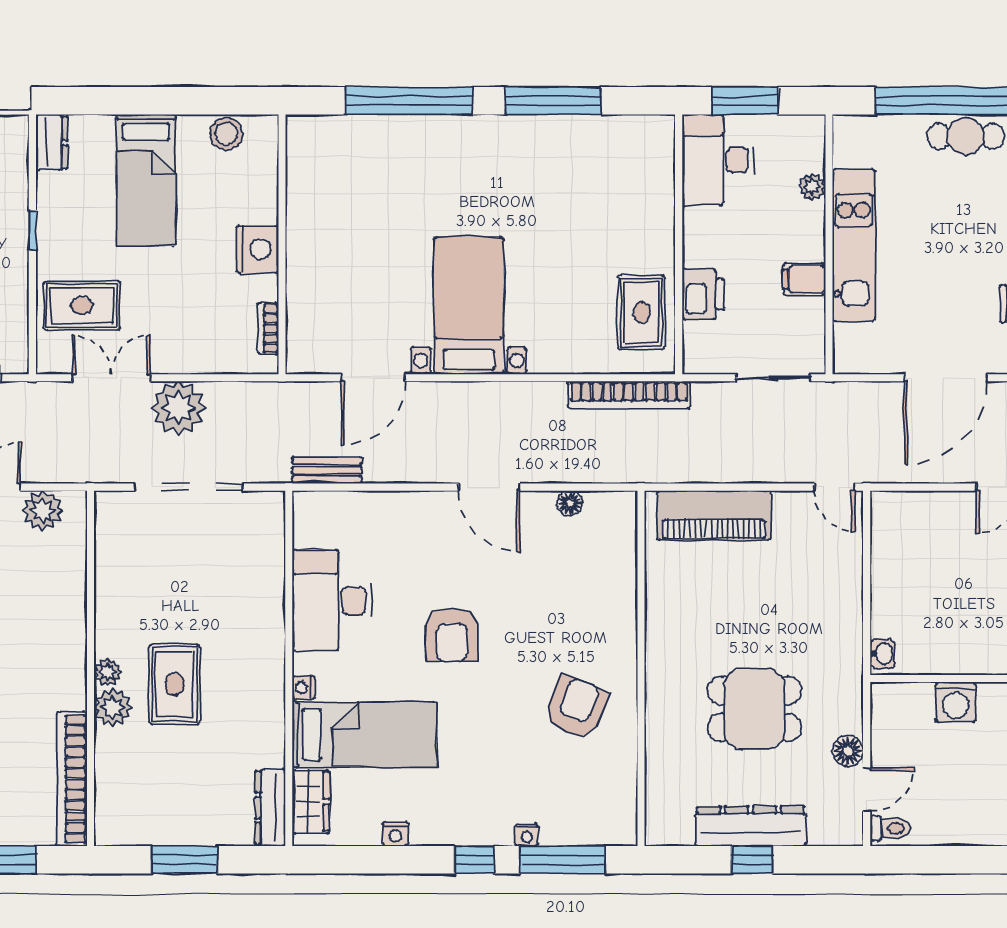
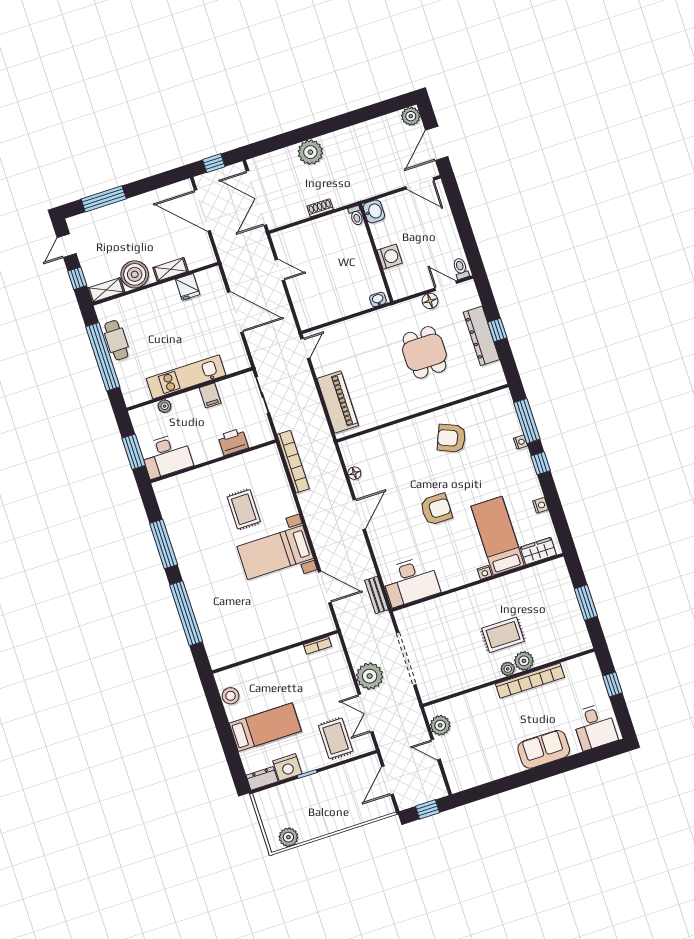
nightstand: (257, 249) -> (287, 767), moved, turned 180
rug: (642, 312) -> (244, 509), moved, turned 90
desk: (332, 601) -> (410, 581), moved
bookcase: (72, 779) -> (530, 681), moved
dresser: (270, 808) -> (547, 570), removed

